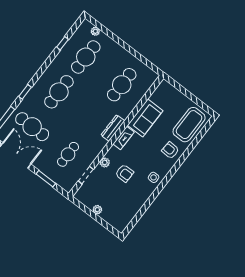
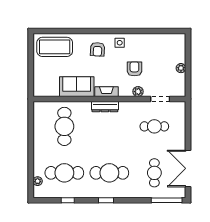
cafe table: (122, 85) -> (64, 126), turned 90
window: (25, 92) -> (106, 200), moved
cafe table: (32, 127) -> (154, 173), width x0.73, depth x0.74
armchair: (170, 150) -> (98, 49), moved
window: (46, 179) -> (188, 129), removed

